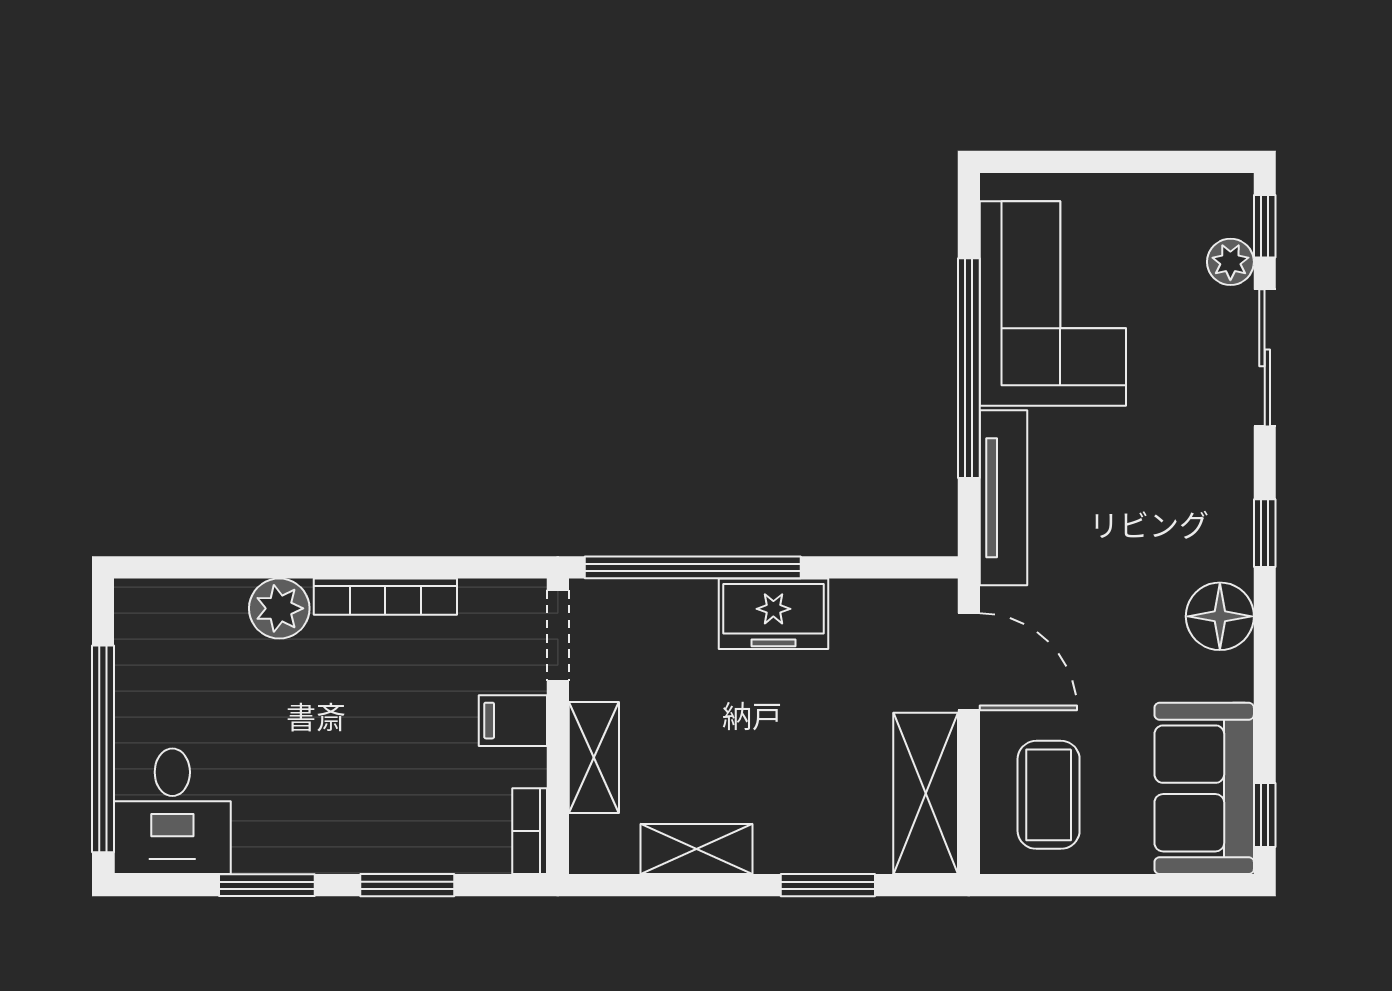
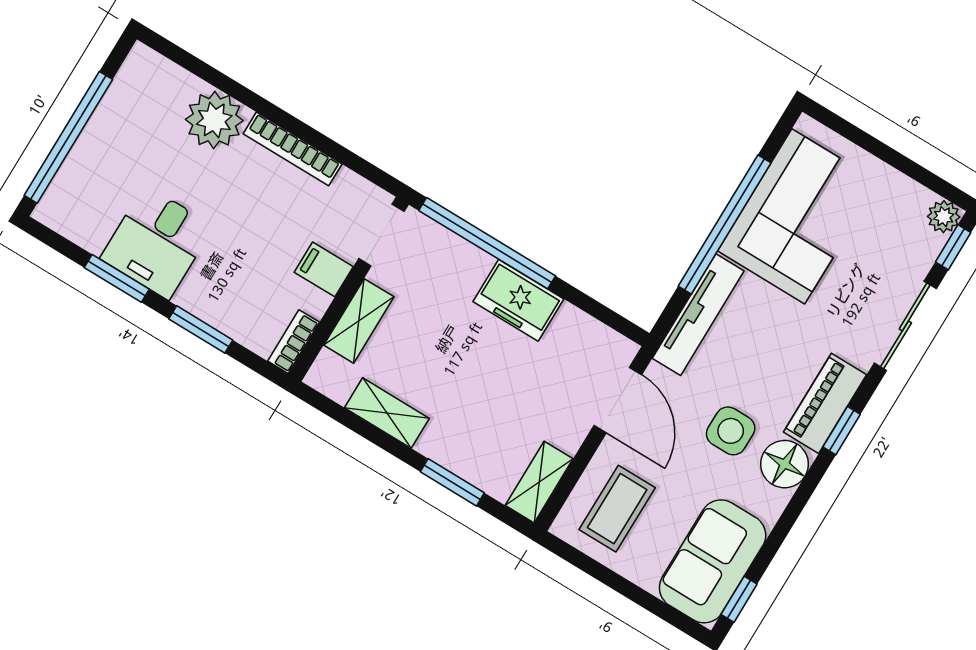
plant: (1230, 262) -> (944, 217), moved
piano: (1224, 512) -> (825, 403), added
plant: (279, 608) -> (214, 120), width x1.36, depth x1.36
side table: (1129, 616) -> (731, 431), added
shelving: (926, 793) -> (539, 482), width x0.67, depth x0.75
desk: (172, 811) -> (157, 242), moved

